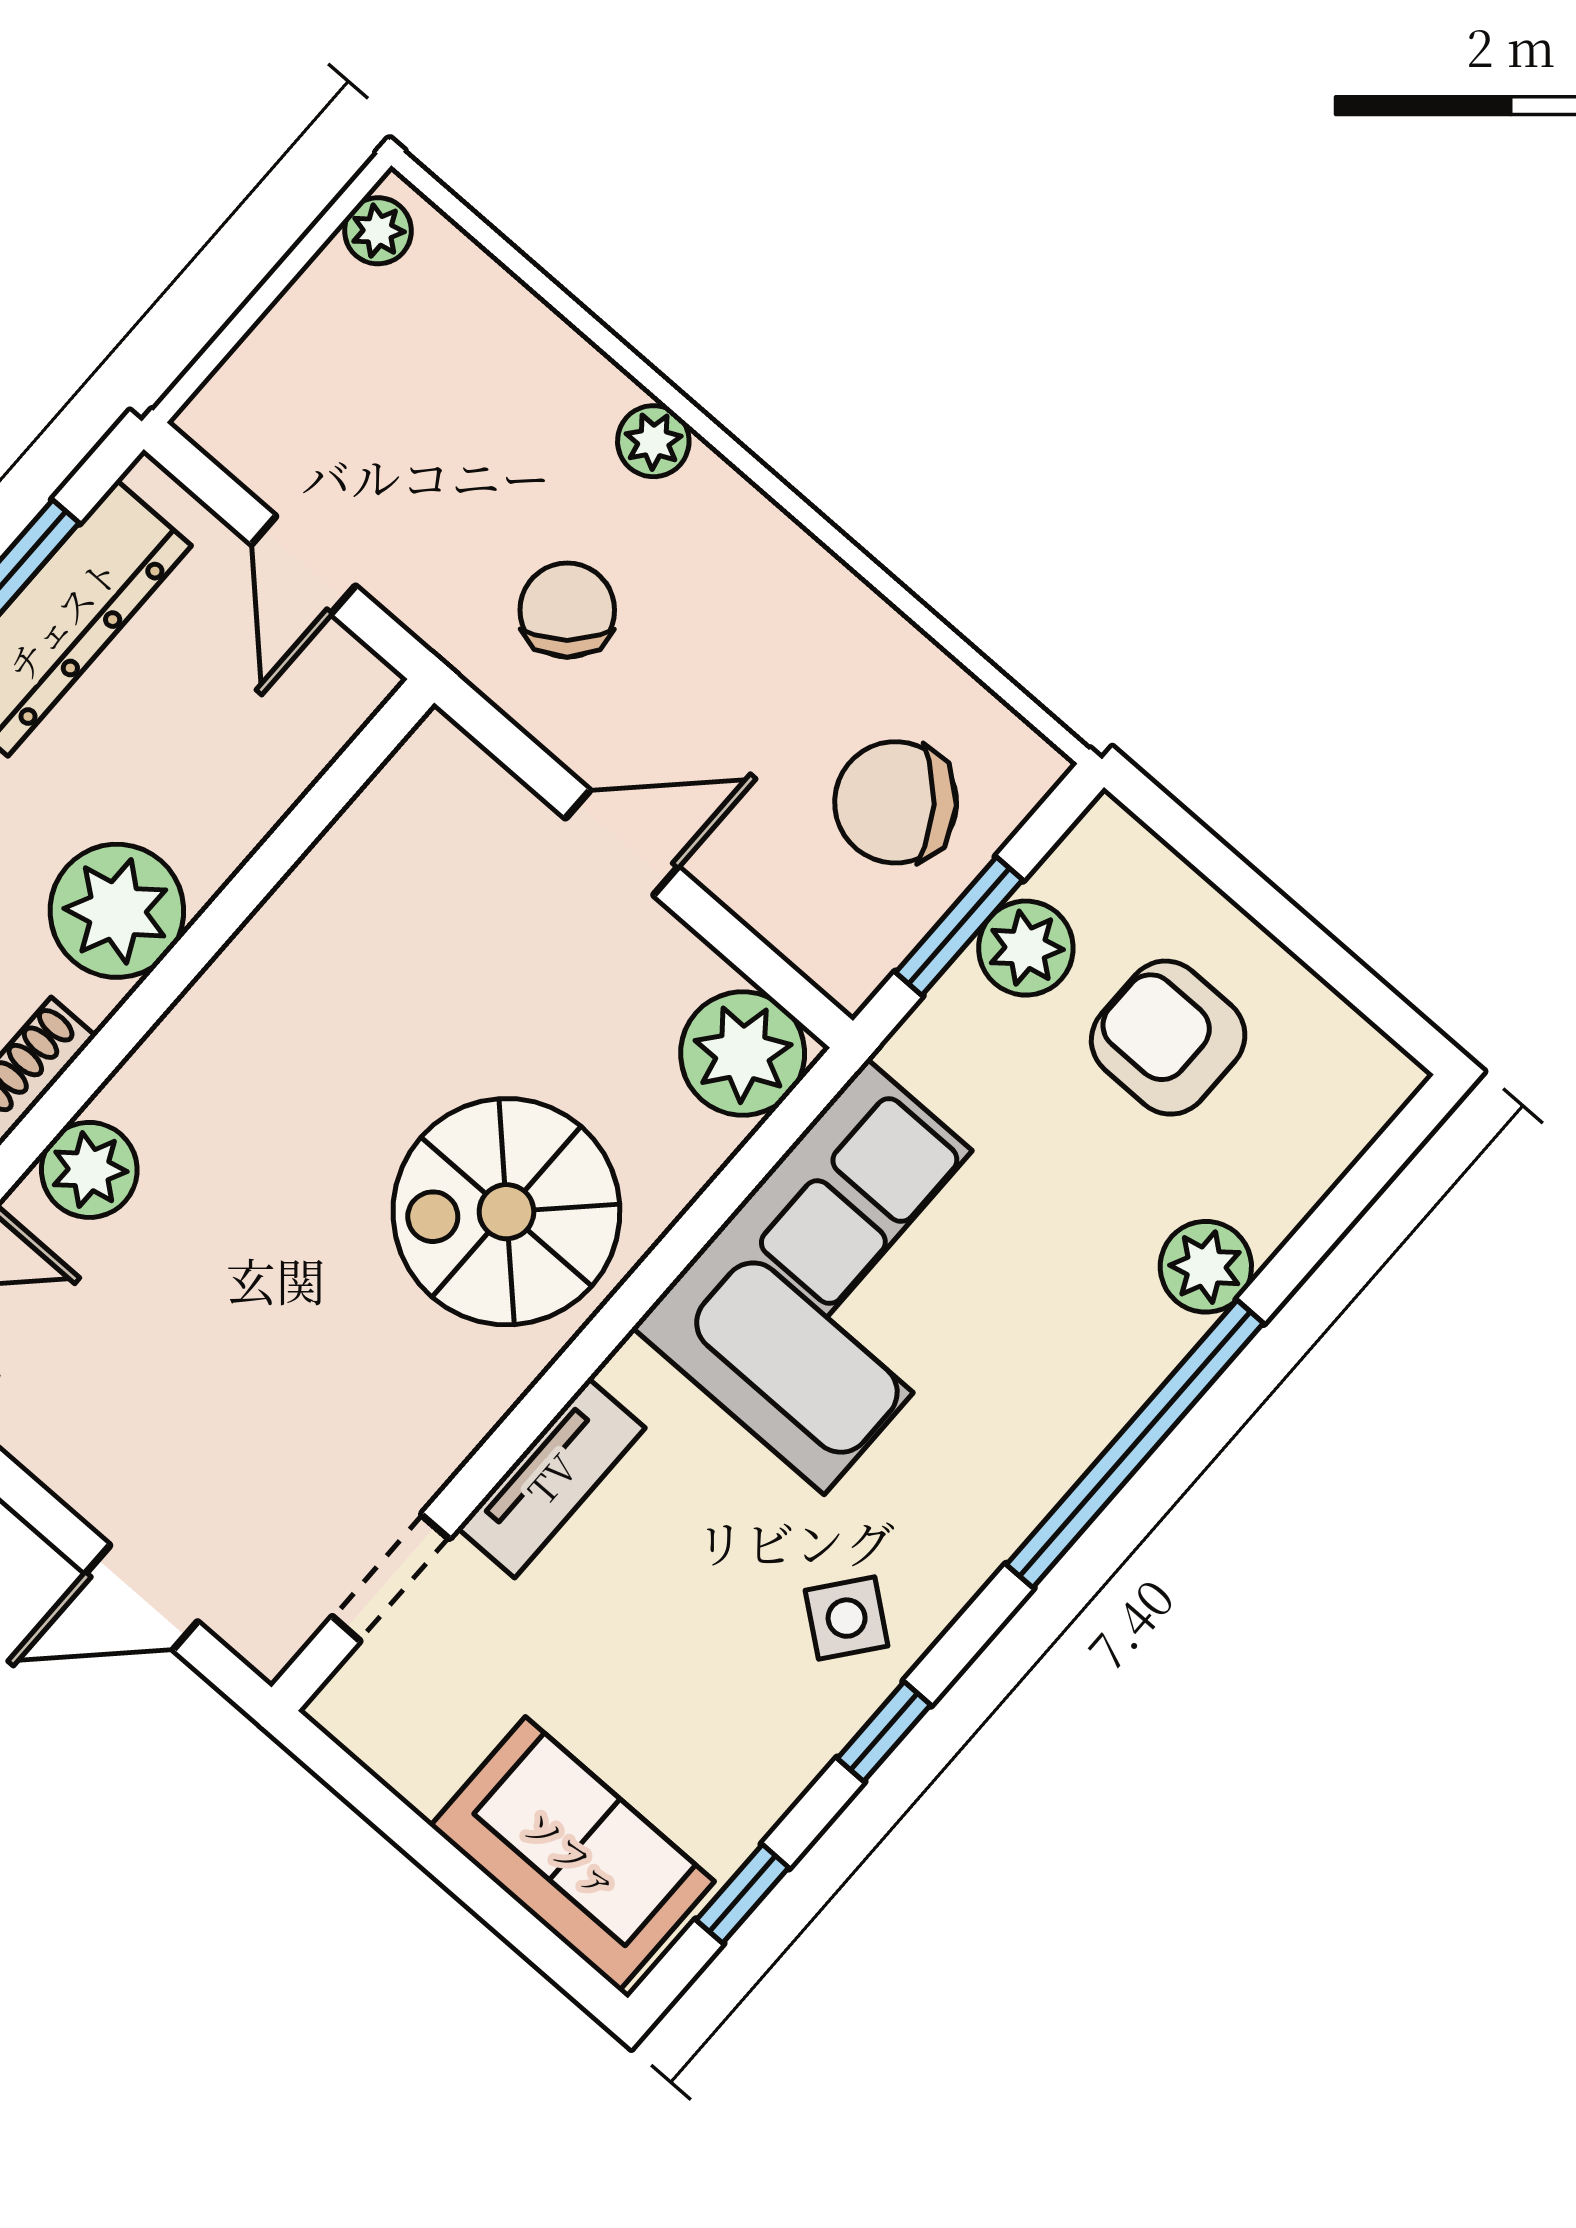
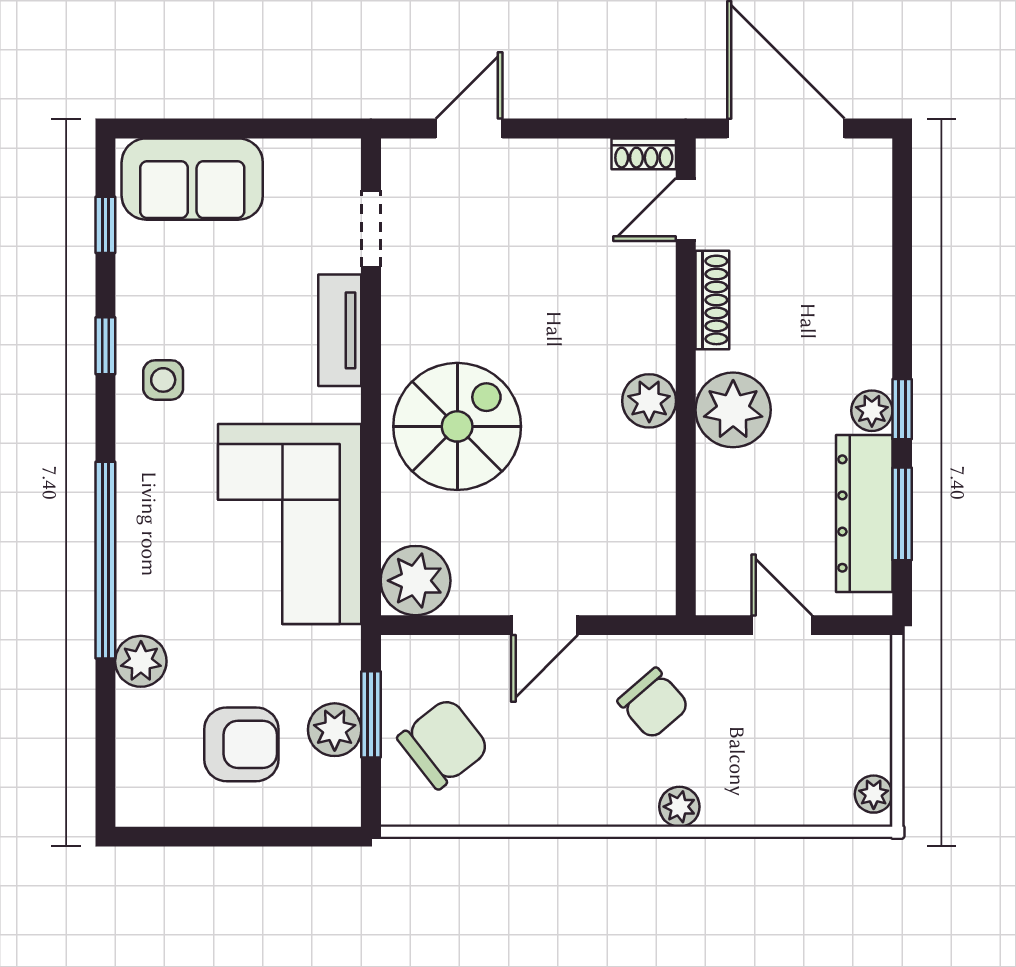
plant: (89, 1170) -> (649, 401), moved
side table: (847, 1618) -> (163, 380), turned -38

